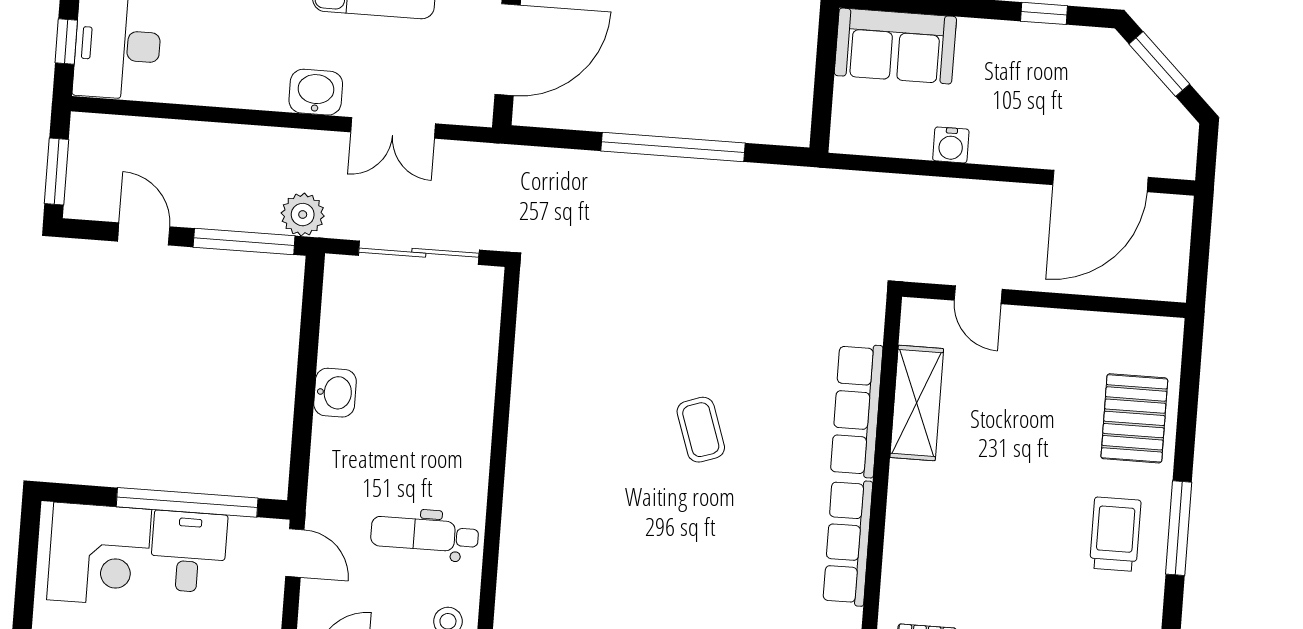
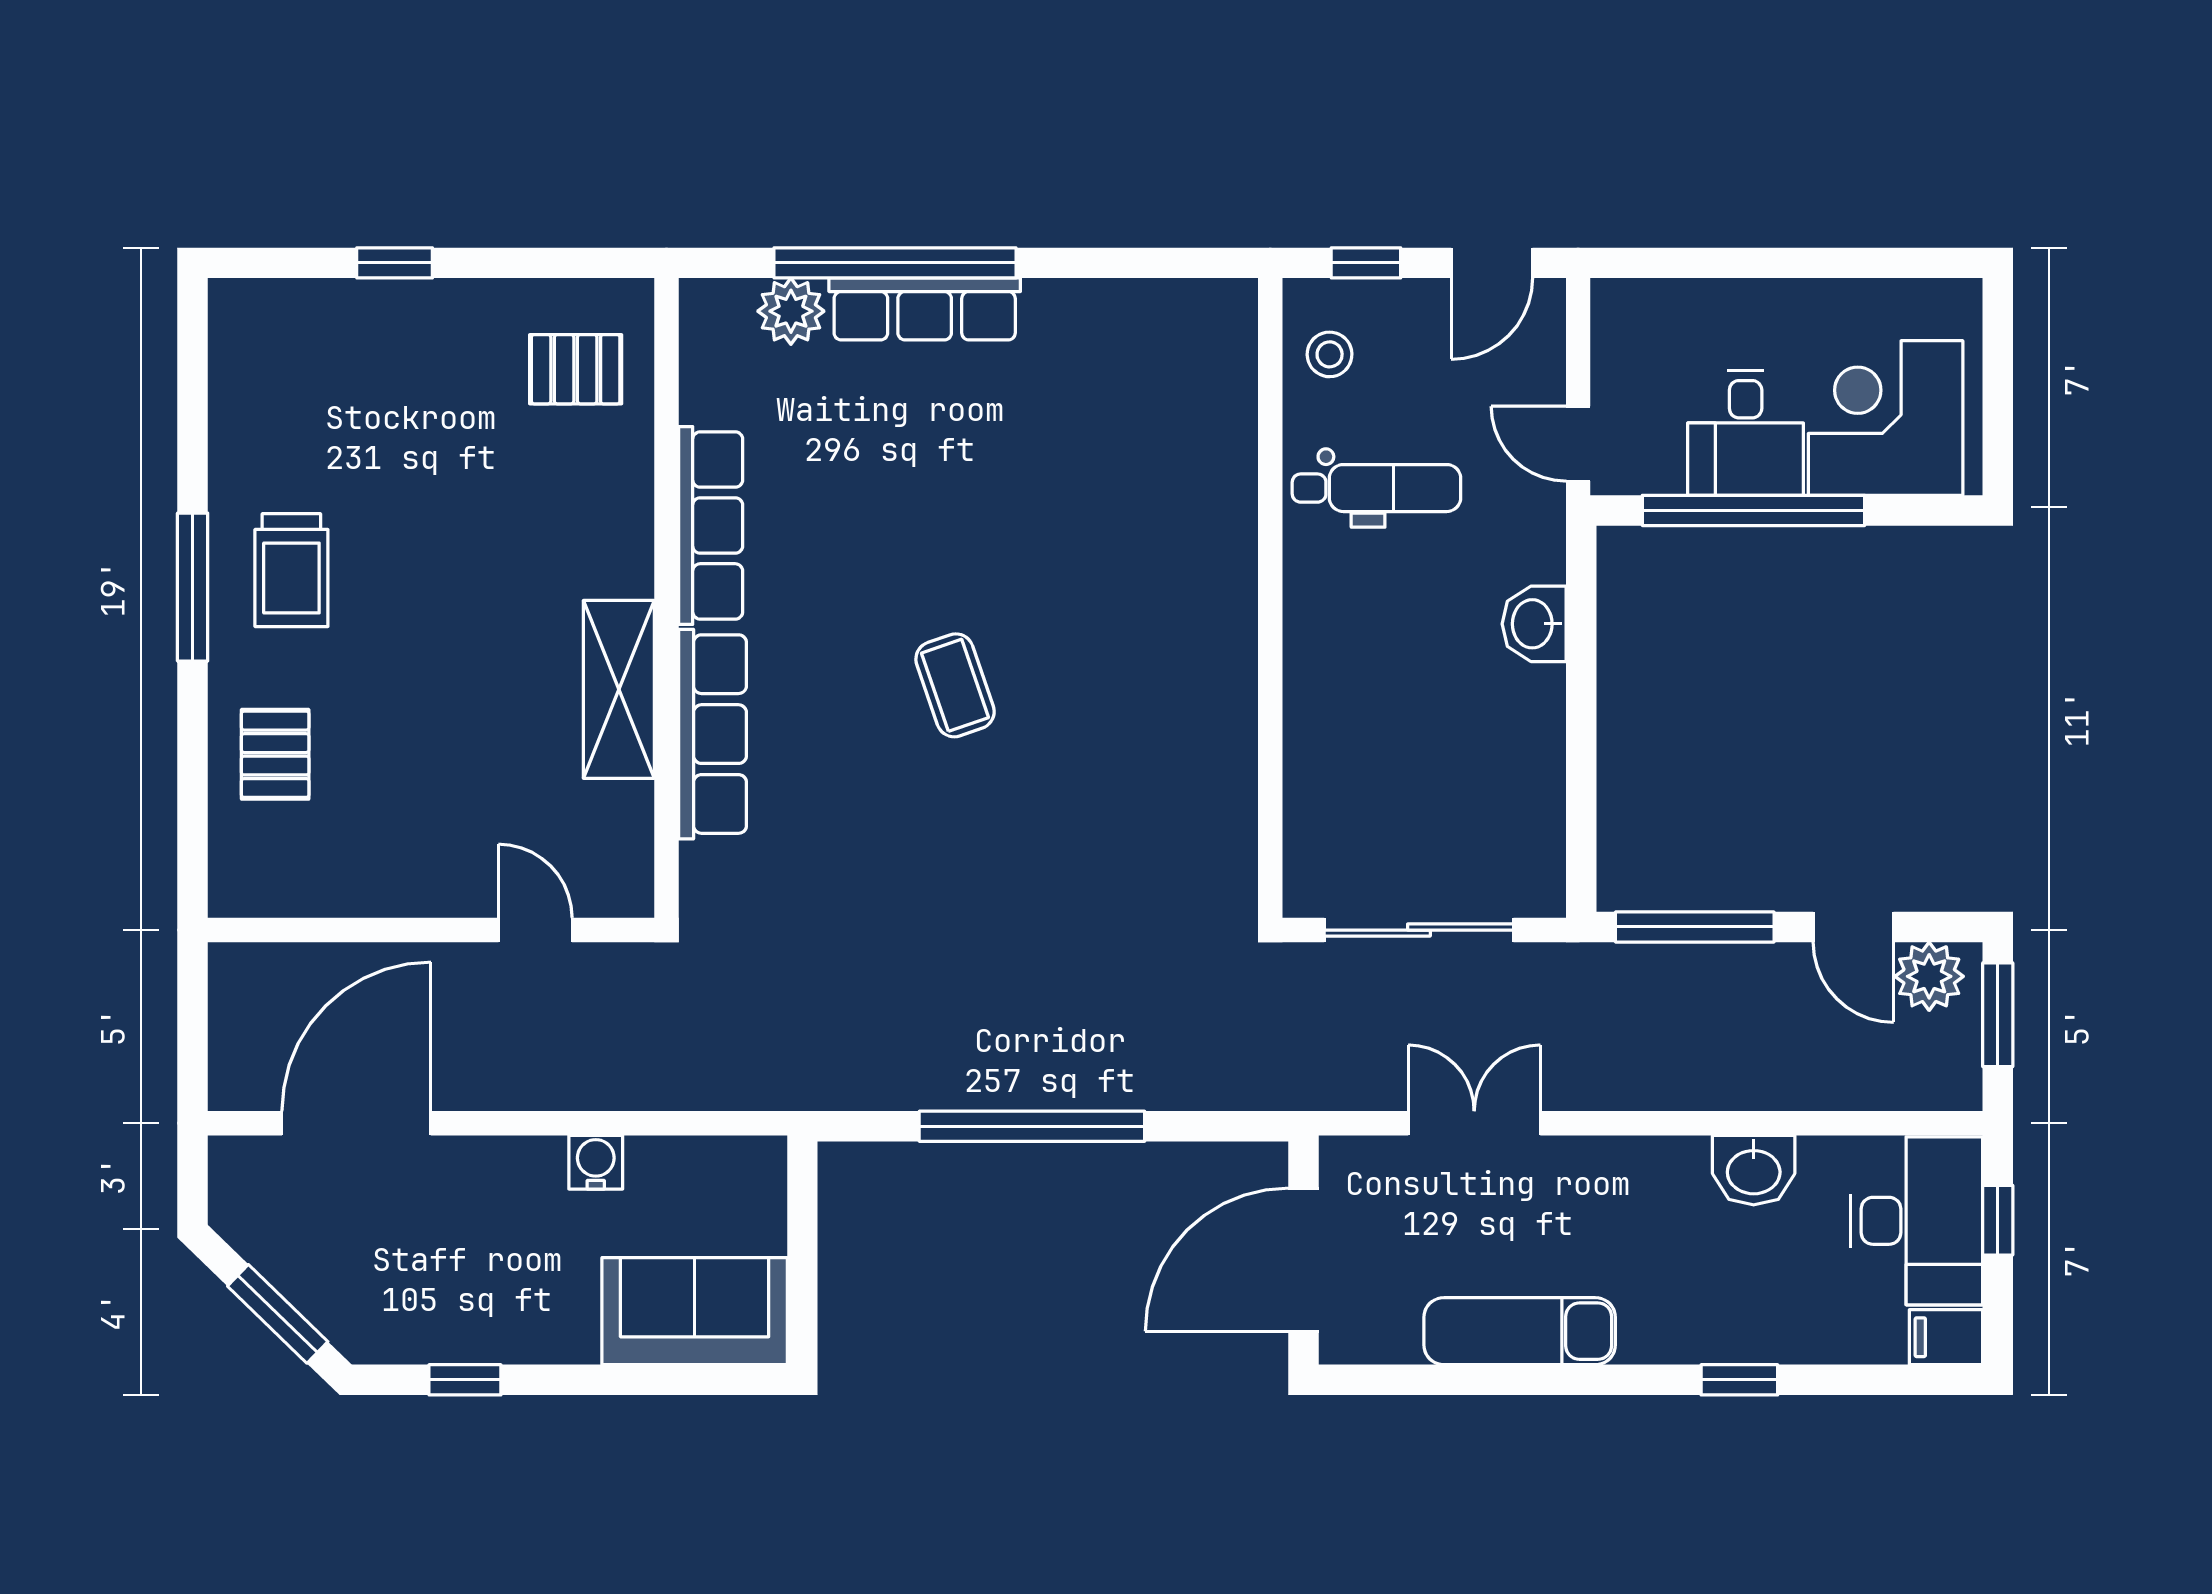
washbasin: (316, 92) -> (1754, 1170), moved
plant: (303, 215) -> (1929, 976), moved
washbasin: (335, 393) -> (1534, 624), moved
shelving: (917, 403) -> (619, 689), moved
pallet: (1134, 418) -> (275, 754), width x0.67, depth x0.71

